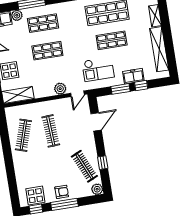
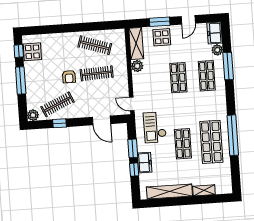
plant: (60, 89) -> (137, 66), moved
armchair: (62, 192) -> (69, 77), moved

